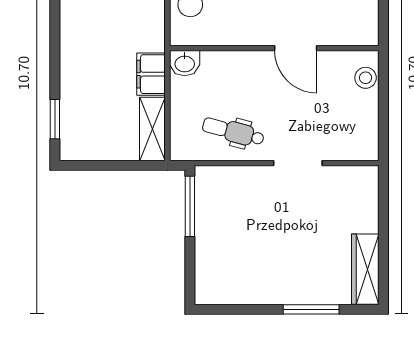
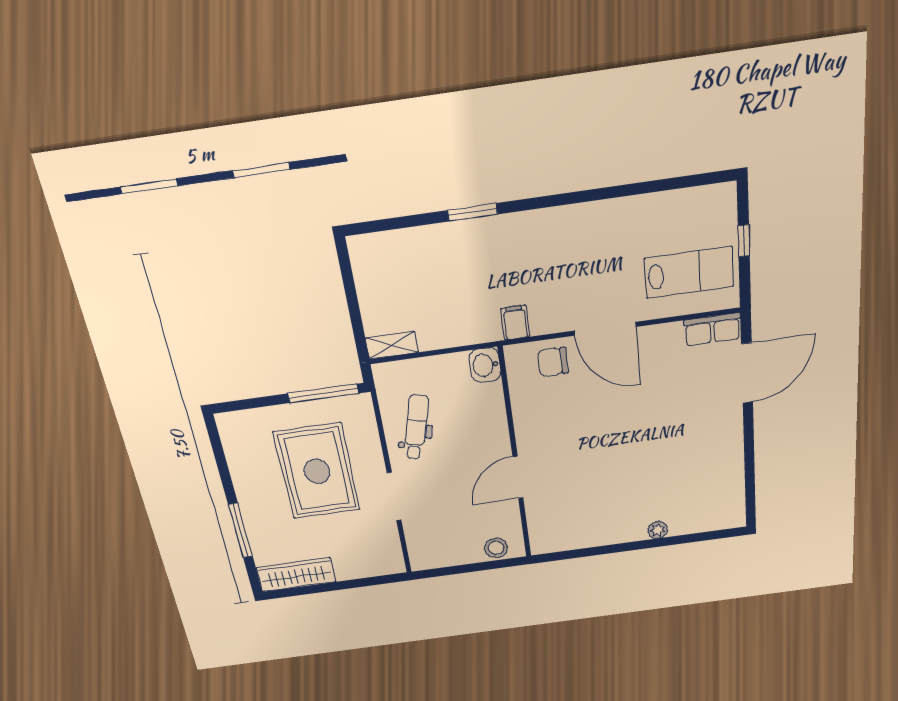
filing cabinet: (151, 74) -> (515, 323), moved, width x0.50
window: (55, 119) -> (473, 212), moved
shelving: (152, 129) -> (392, 345), width x0.67, depth x0.75
rug: (262, 227) -> (317, 471), added

